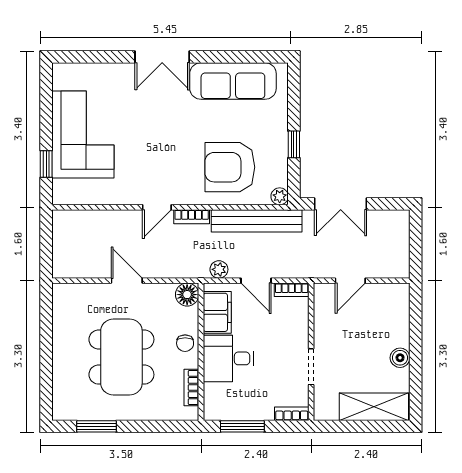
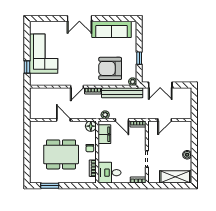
dining table: (121, 357) -> (61, 154), turned 90
desk: (228, 358) -> (109, 173), moved
window: (242, 426) -> (116, 186), removed

